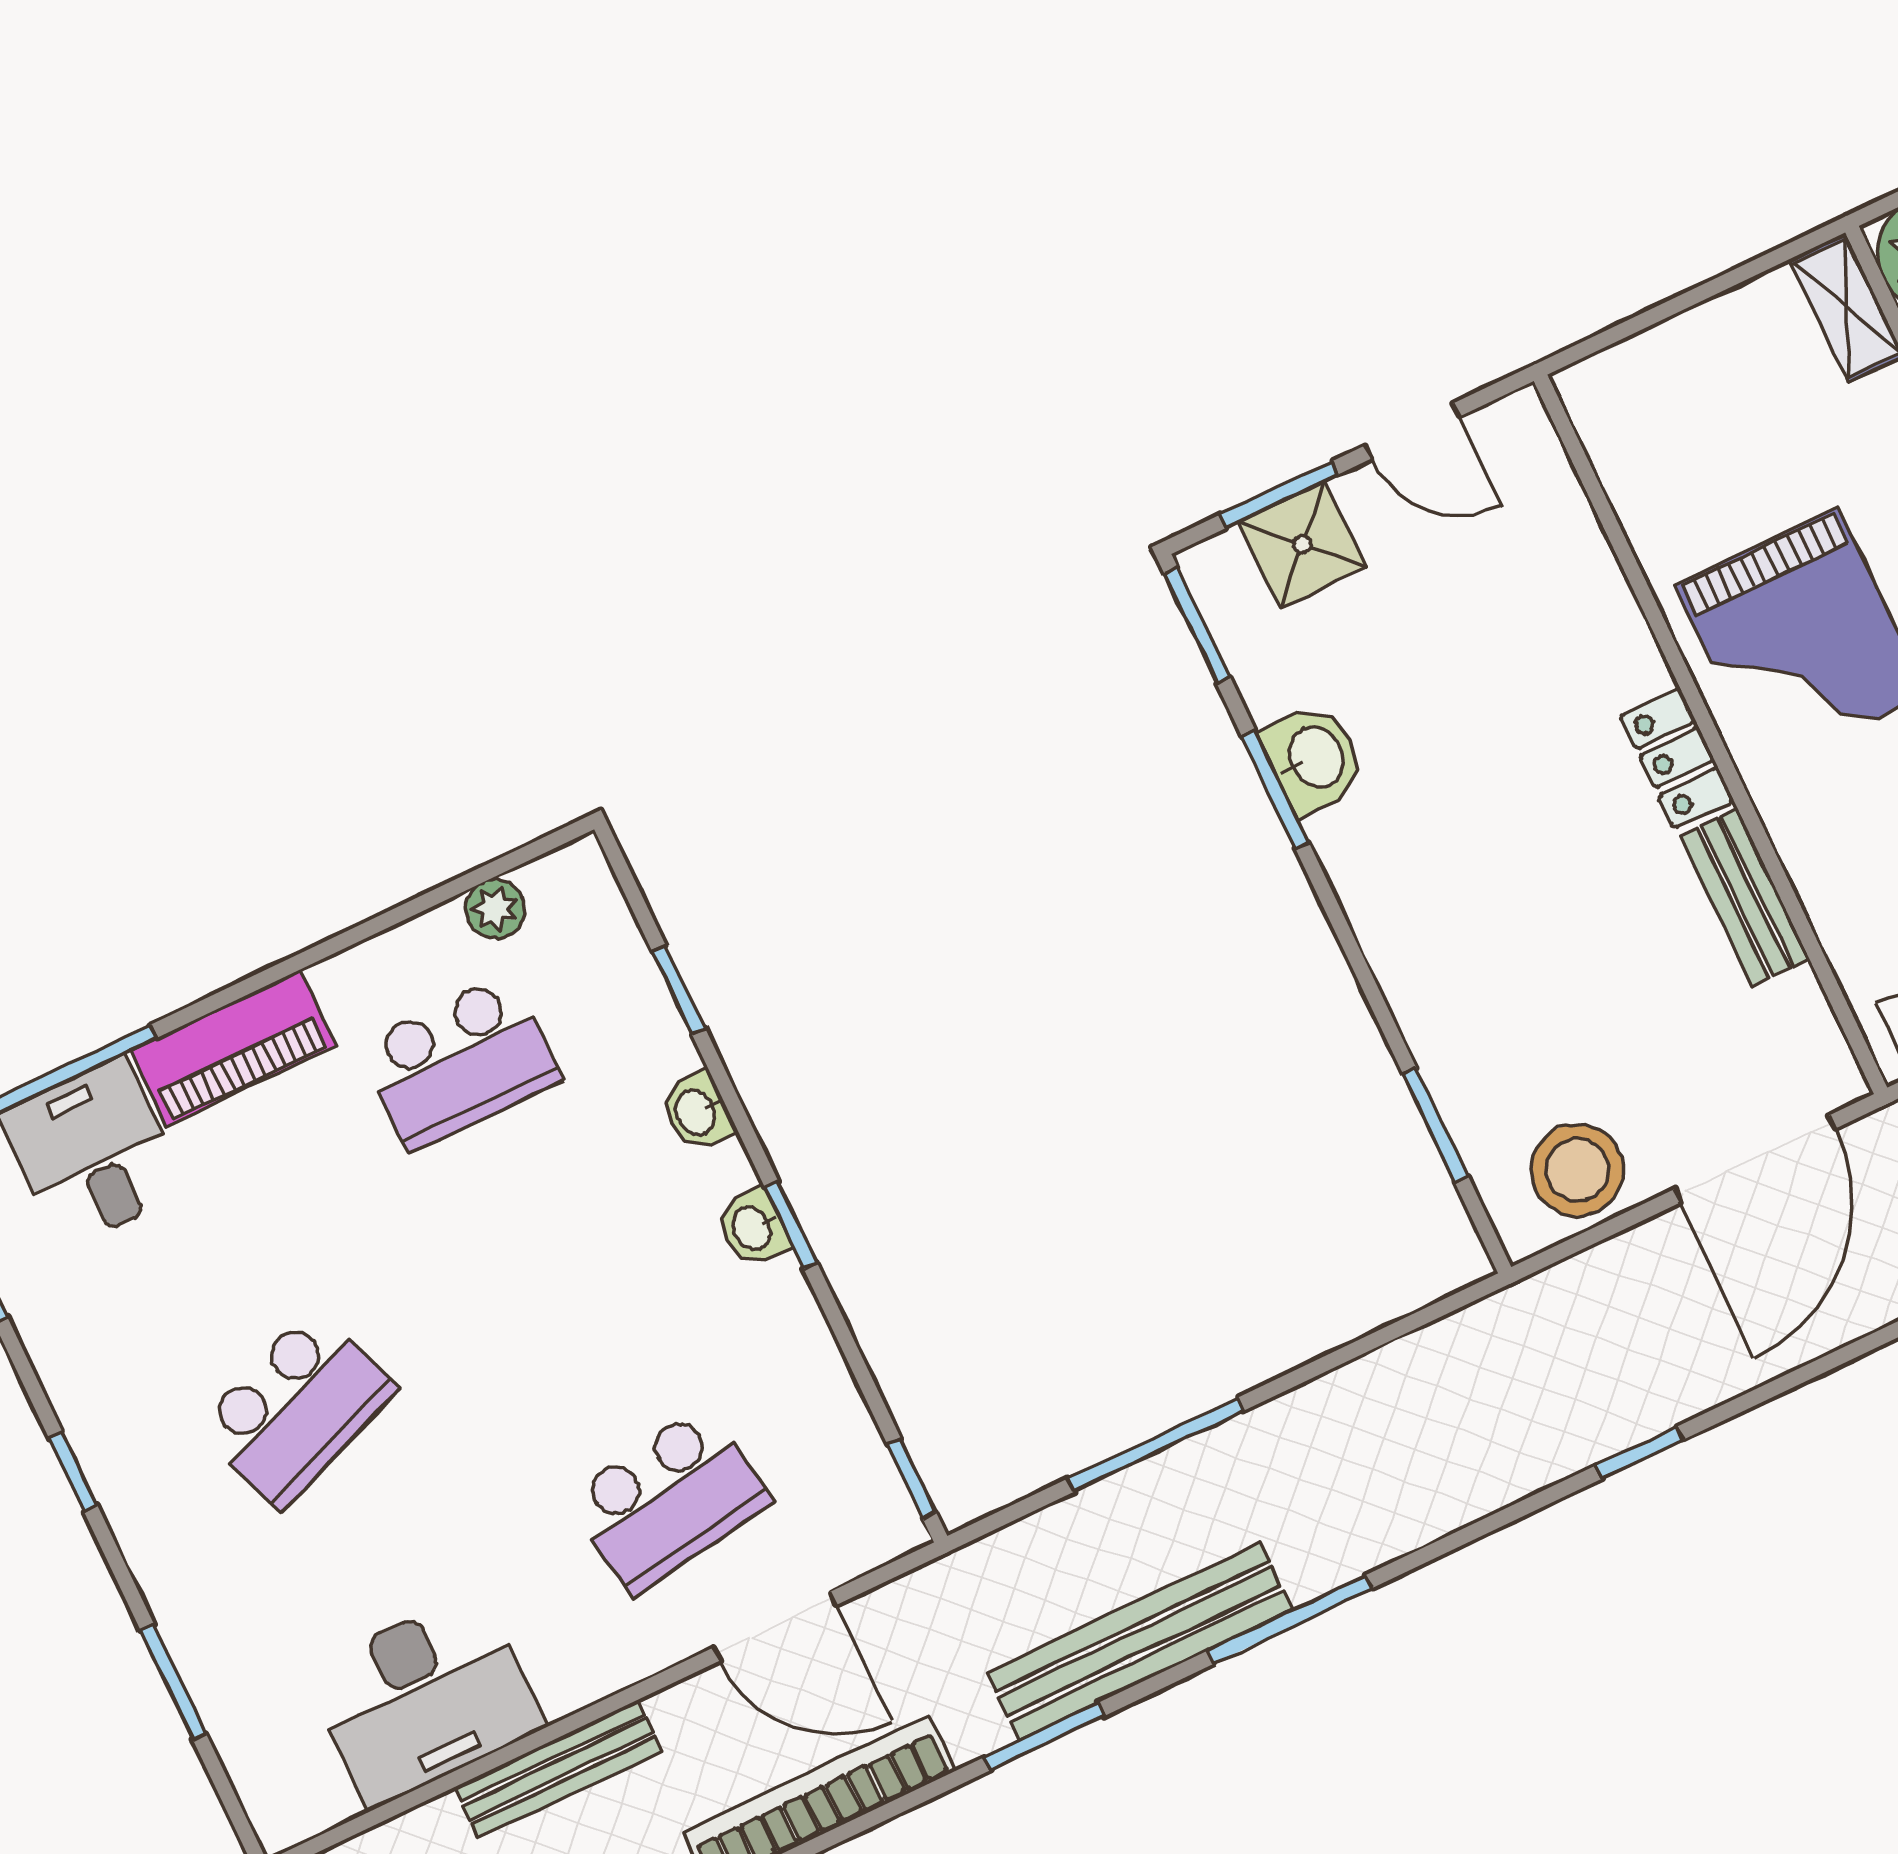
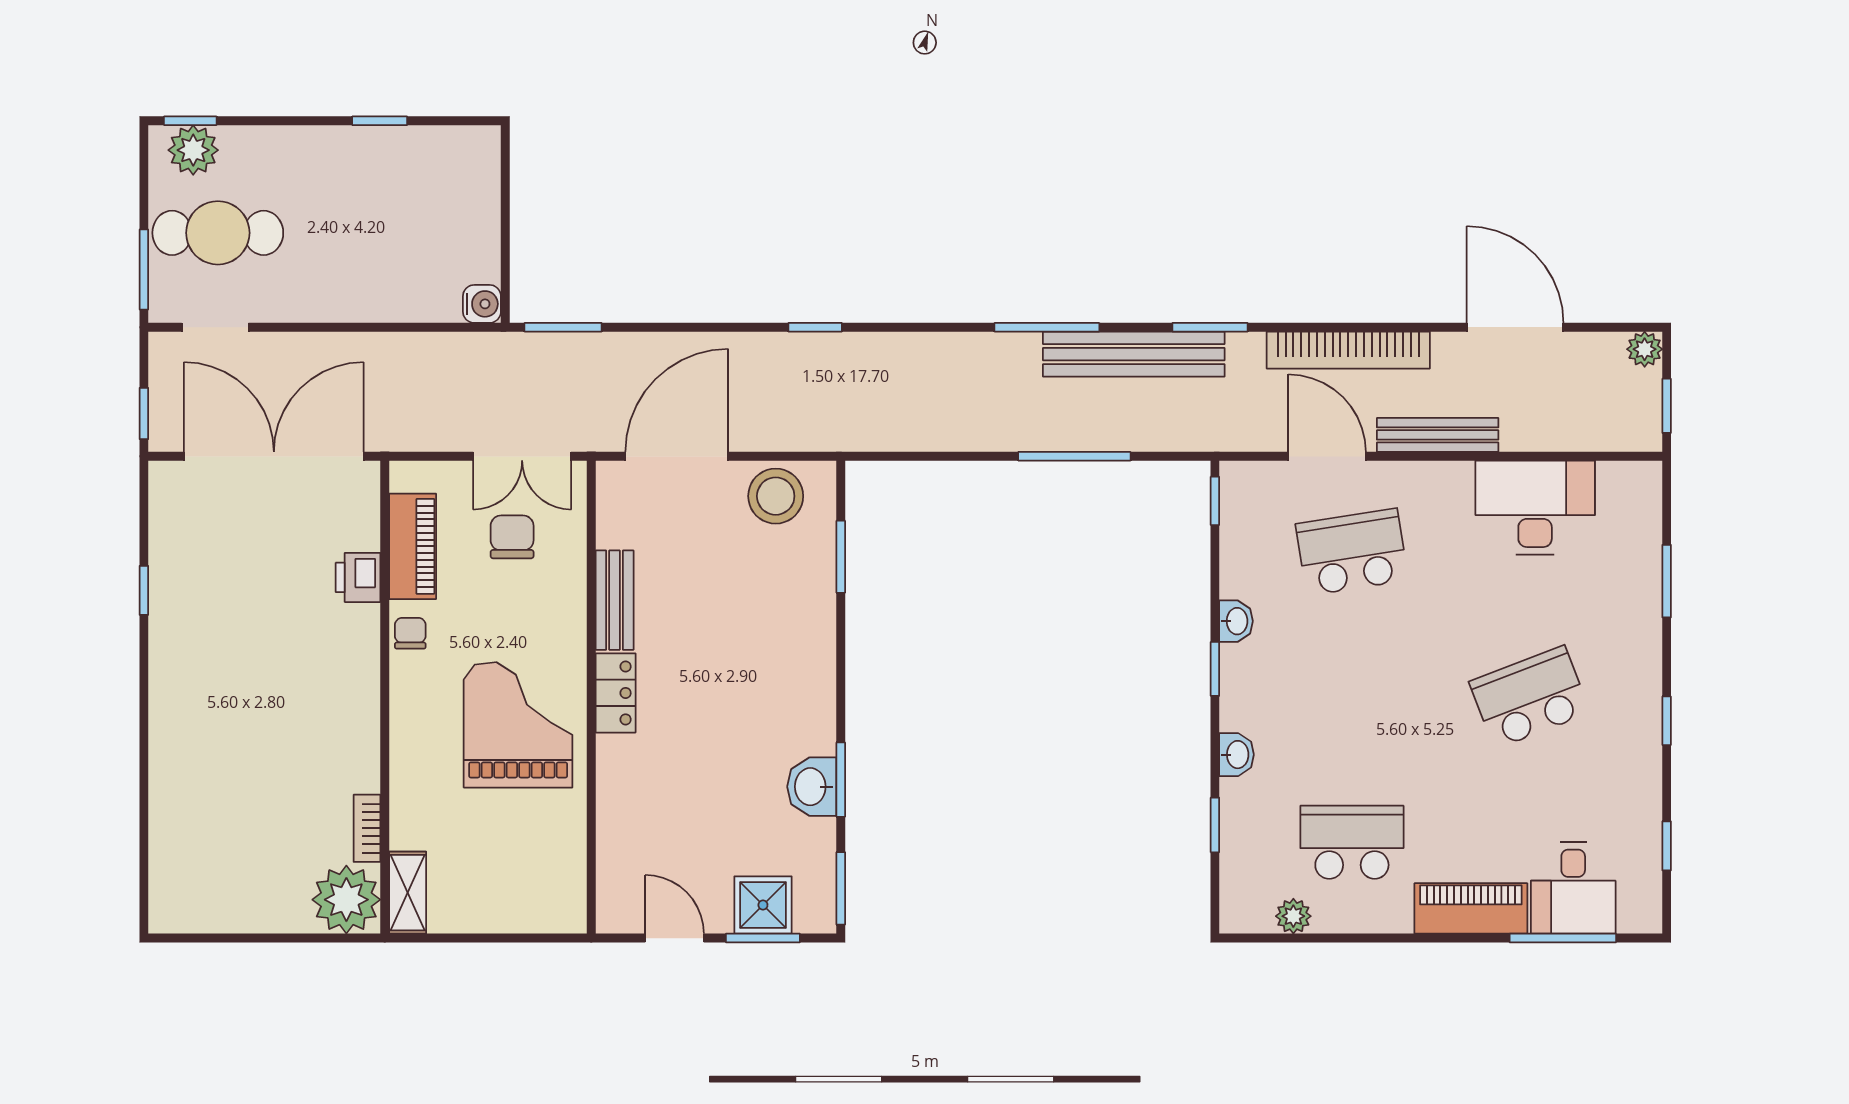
washbasin: (753, 1228) -> (1236, 621), moved
bench: (558, 1769) -> (1438, 435), moved

